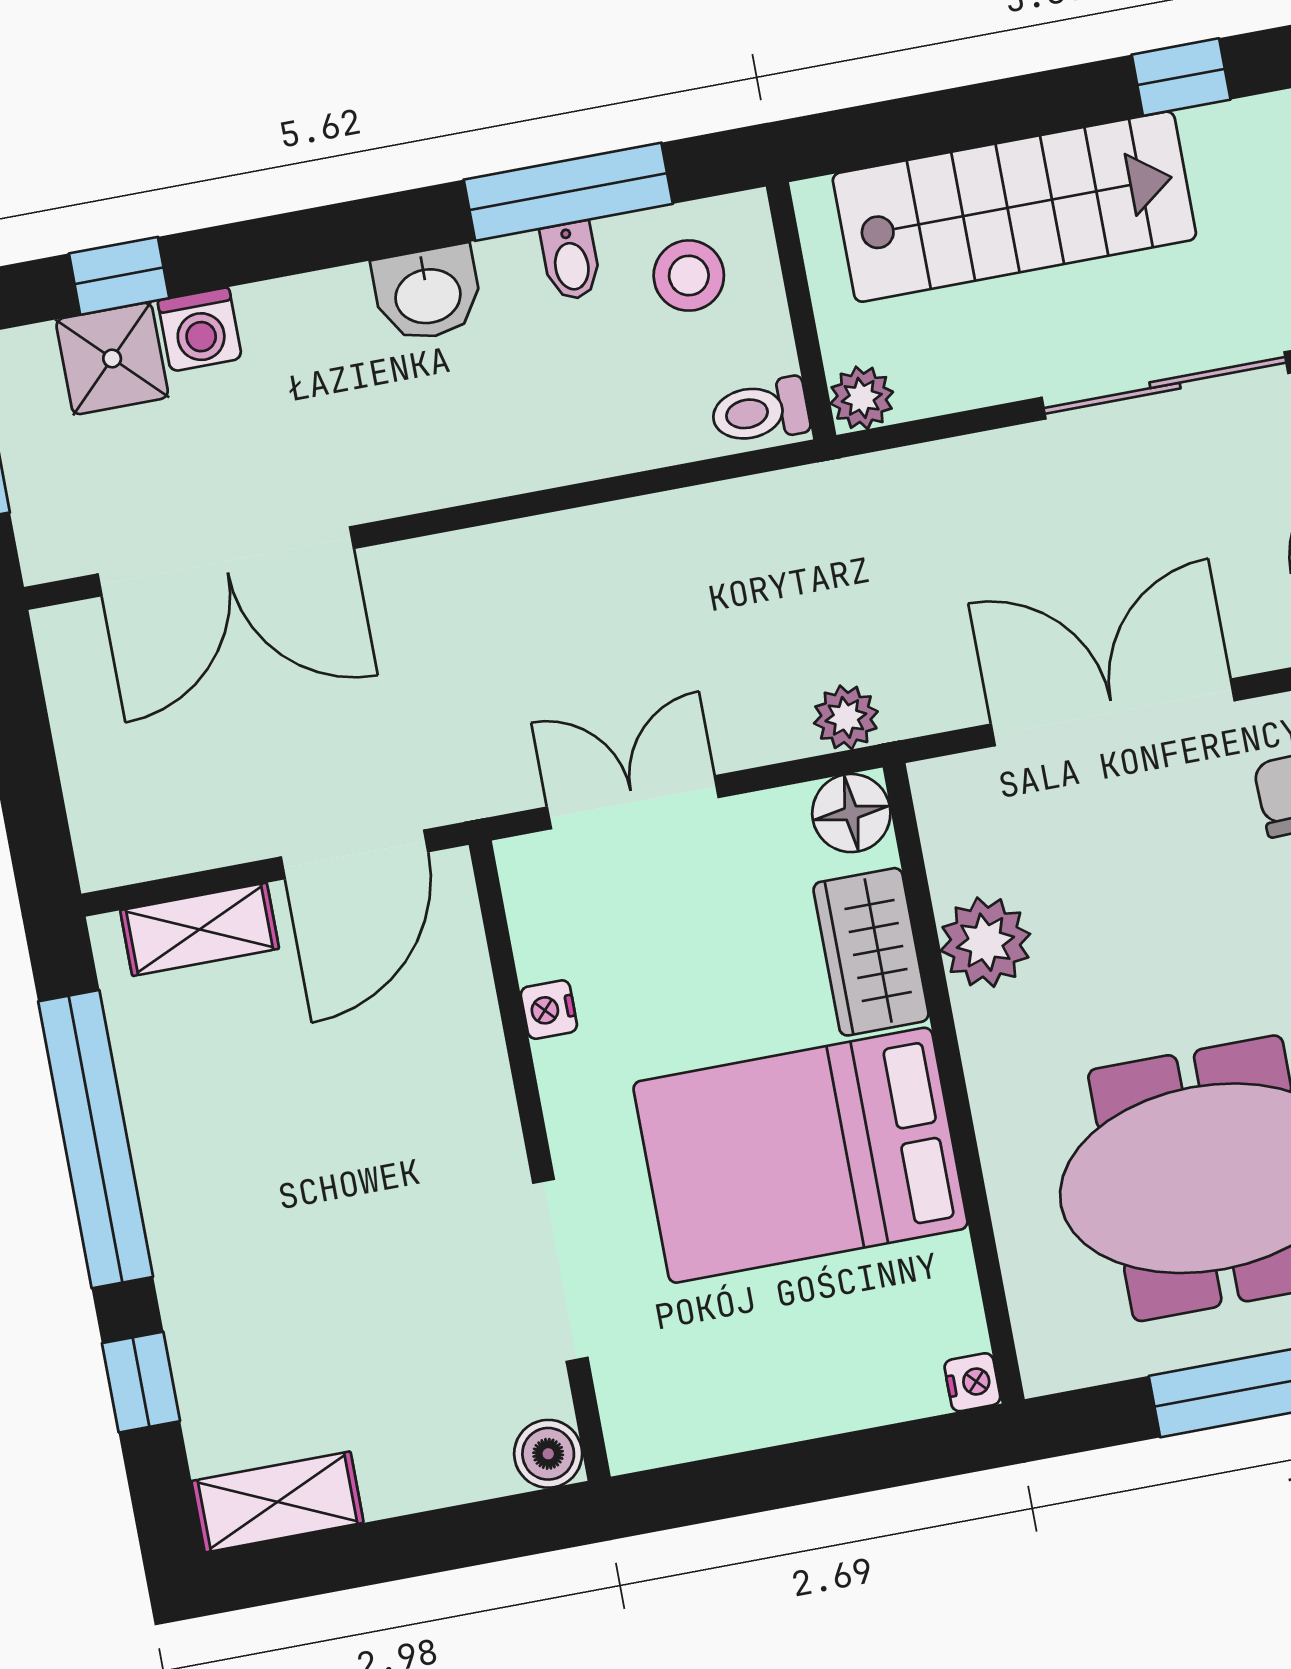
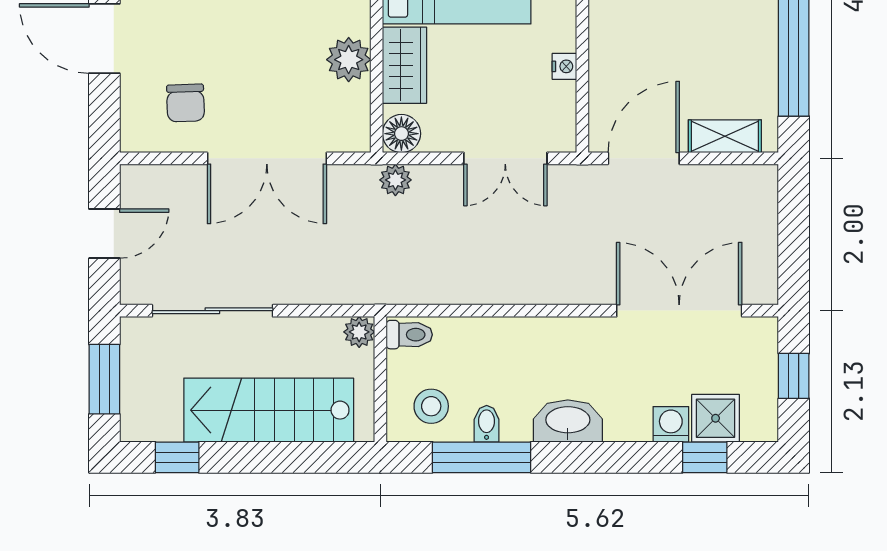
washbasin: (428, 294) -> (568, 421), width x1.38

